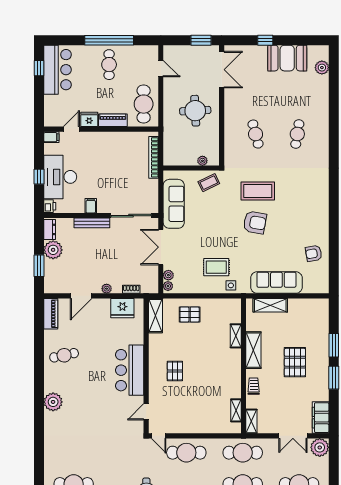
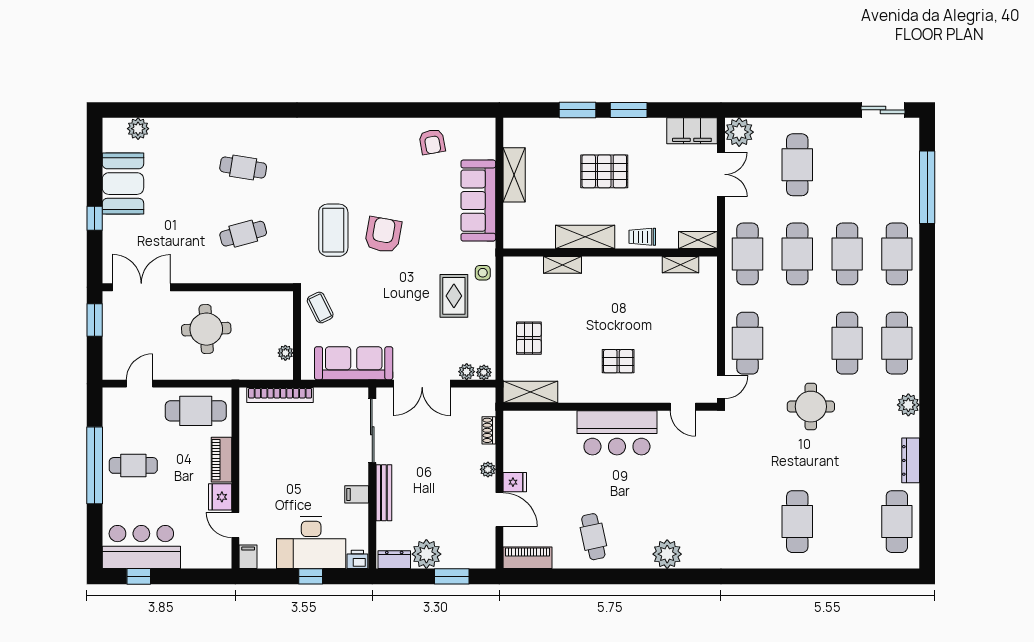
plant: (202, 161) -> (285, 353), moved
shelving: (270, 305) -> (514, 175), moved
fridge: (122, 308) -> (515, 482), moved, width x0.53, depth x0.75

